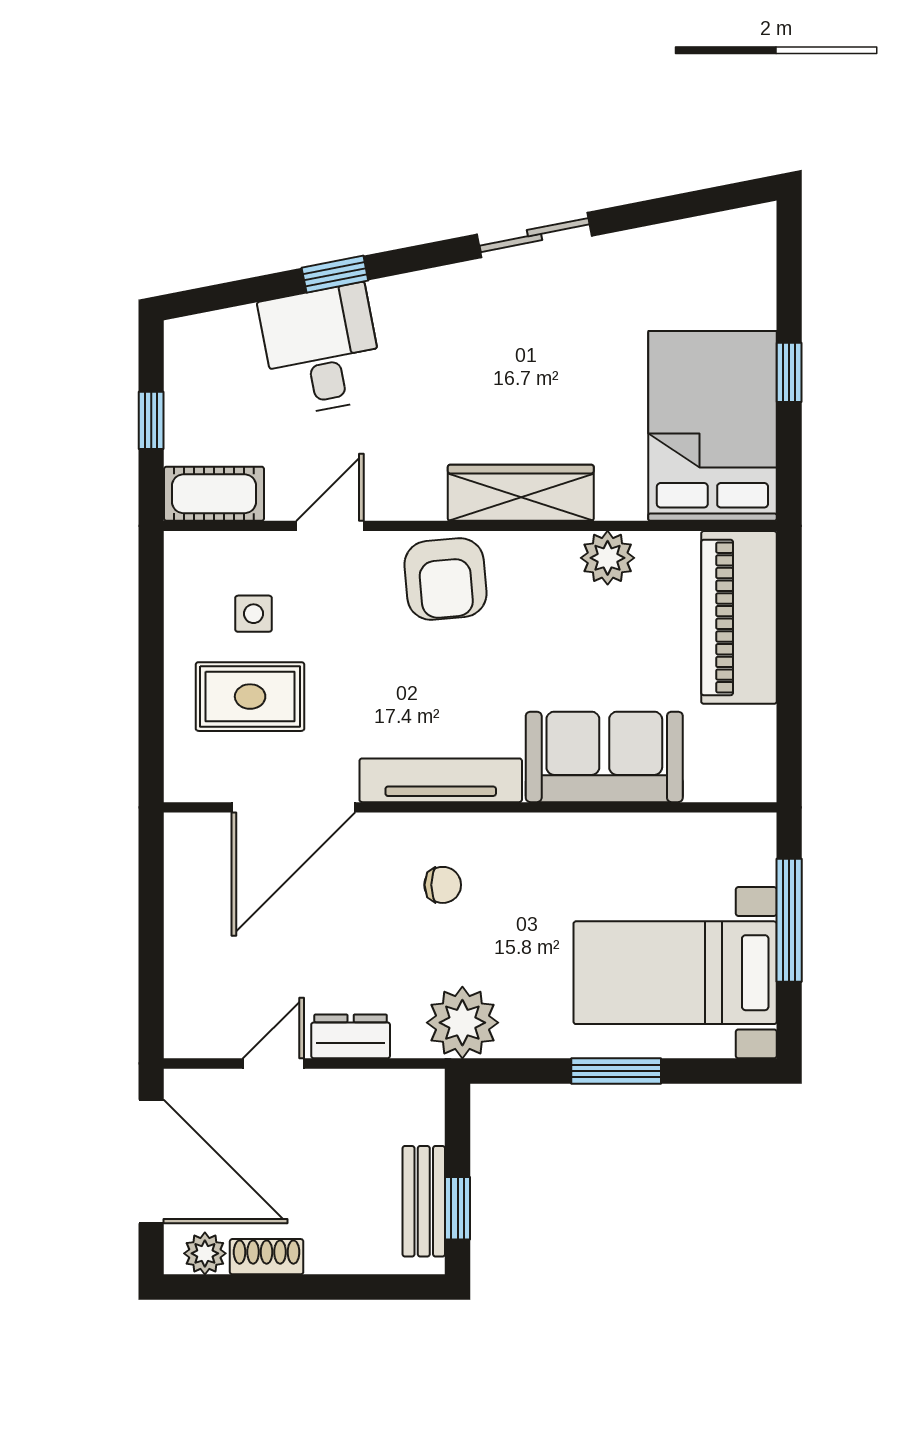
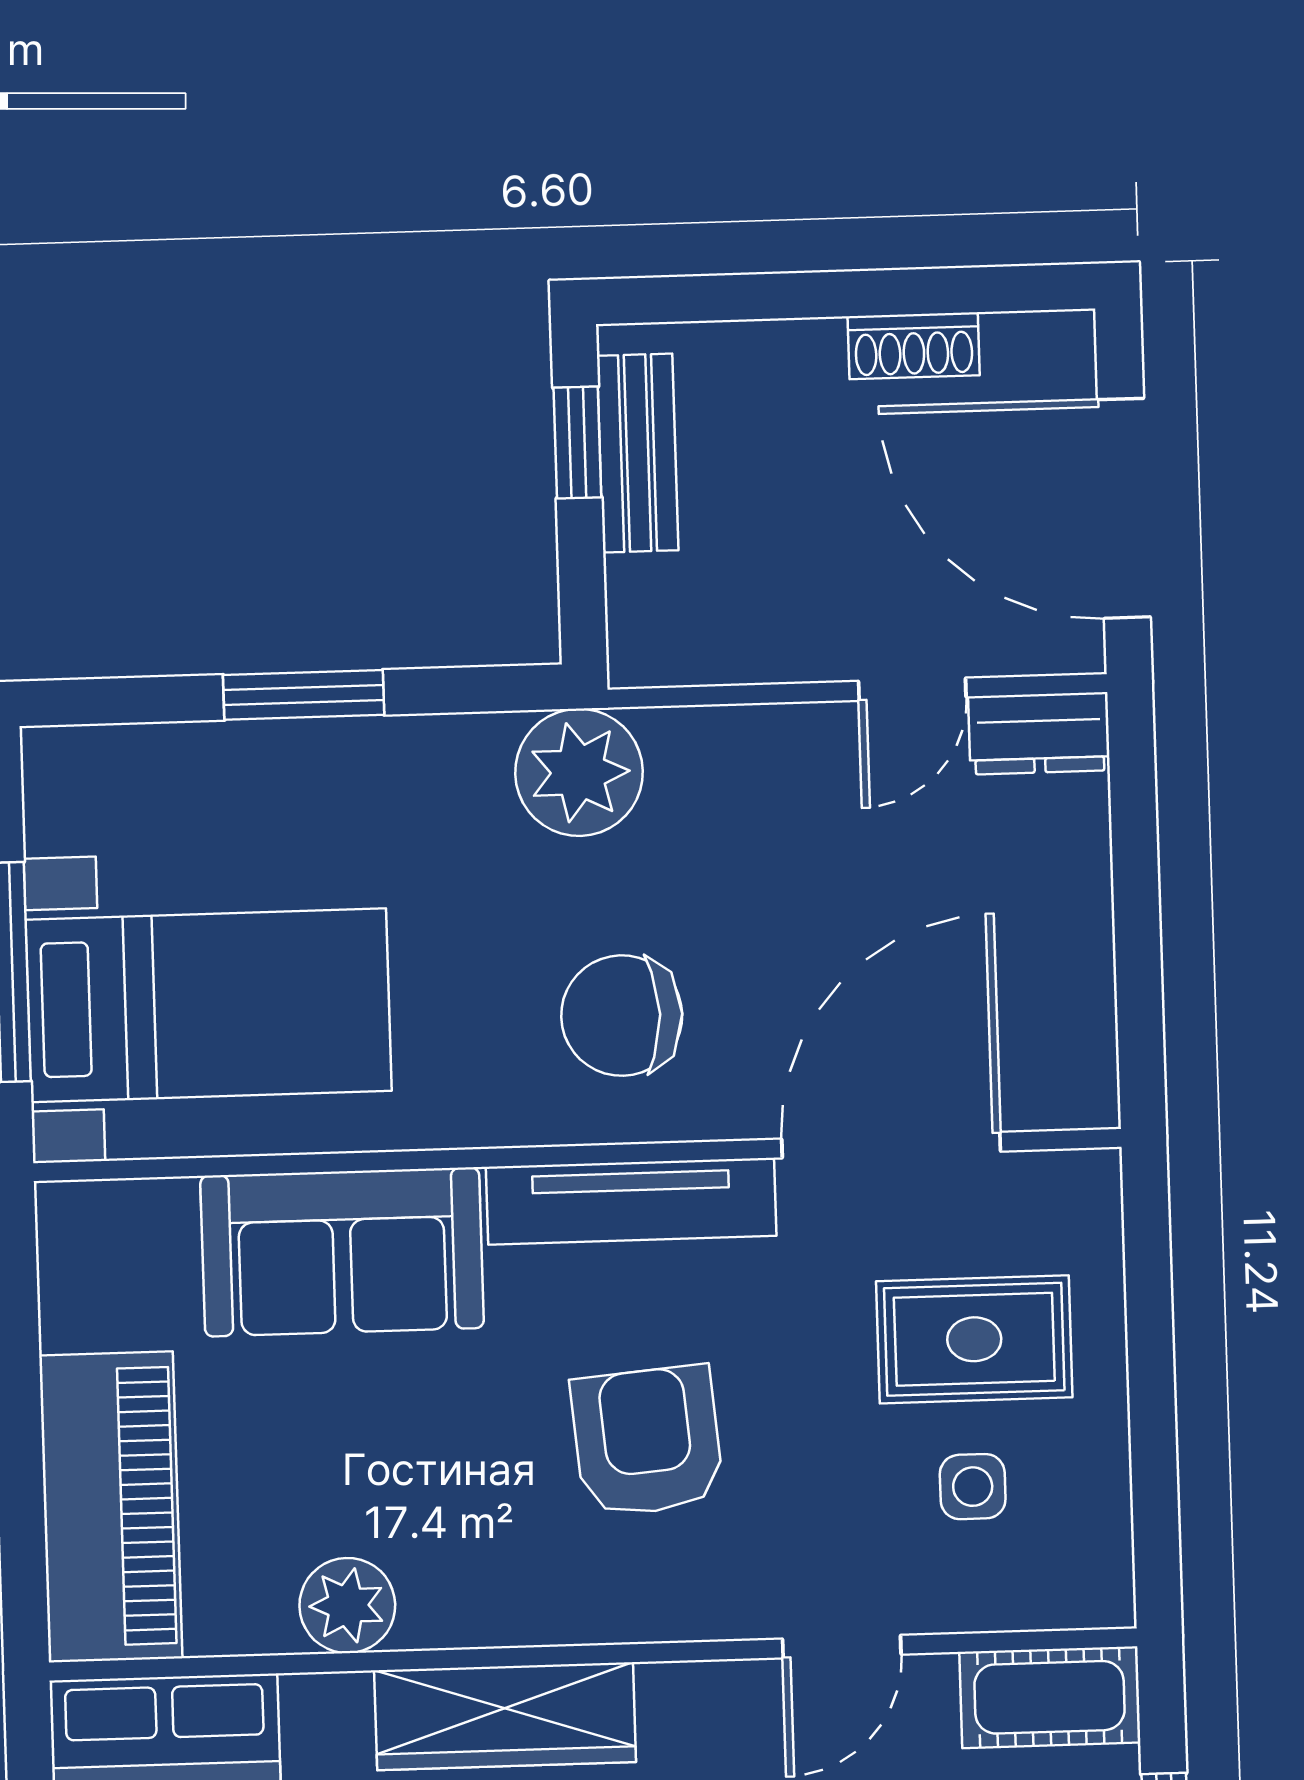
armchair: (445, 579) -> (647, 1441), moved
chair: (443, 885) -> (622, 1016), width x1.87, depth x1.87
bed with nightstands: (675, 973) -> (209, 1005), moved
dresser: (351, 1036) -> (1039, 733), moved
plant: (205, 1253) -> (1023, 348), removed

